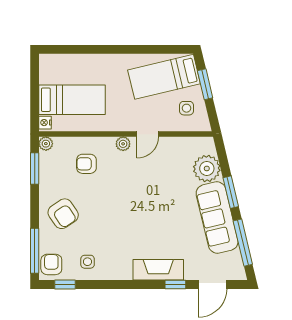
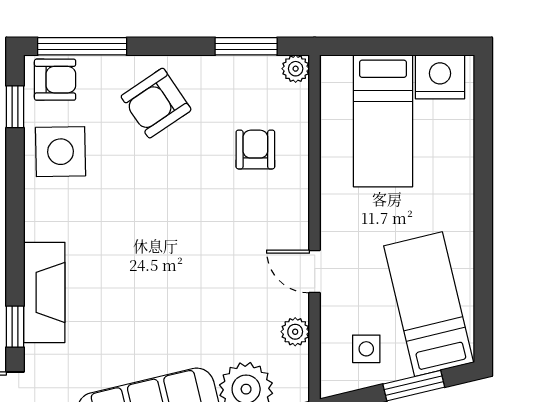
nightstand: (45, 123) -> (440, 77), moved, width x1.89, depth x1.79
plant: (123, 144) -> (295, 332), moved
side table: (88, 262) -> (61, 152), width x1.87, depth x1.87

